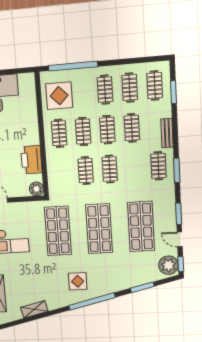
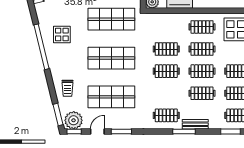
window: (177, 170) -> (184, 132), moved
trolley: (134, 273) -> (68, 88), added
window: (142, 287) -> (58, 114), moved

